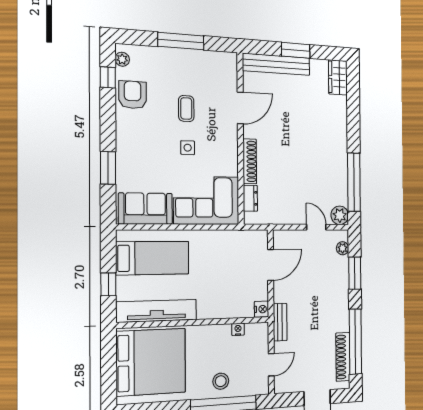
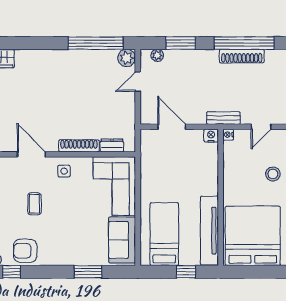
coffee table: (186, 109) -> (34, 204), turned 90
side table: (188, 148) -> (64, 171), moved
nightstand: (238, 329) -> (228, 135), moved
shoe rack: (343, 357) -> (242, 56), moved
door: (271, 365) -> (261, 127), swing flipped

